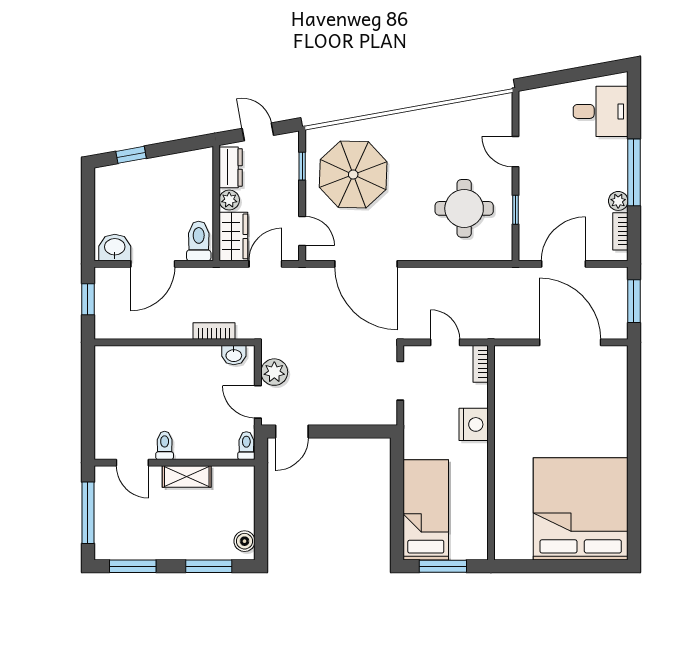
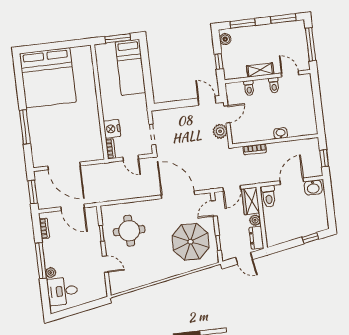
plant: (618, 201) -> (51, 273), moved
door: (302, 231) -> (214, 208), hinge flipped
door: (563, 264) -> (73, 207), hinge flipped
washbasin: (234, 355) -> (281, 133), moved
door: (258, 402) -> (227, 114), hinge flipped
window: (634, 423) -> (25, 127), added
nightstand: (474, 424) -> (112, 129), moved
door: (292, 431) -> (207, 101), hinge flipped
toilet: (246, 446) -> (249, 88), moved
window: (261, 501) -> (219, 62), added

